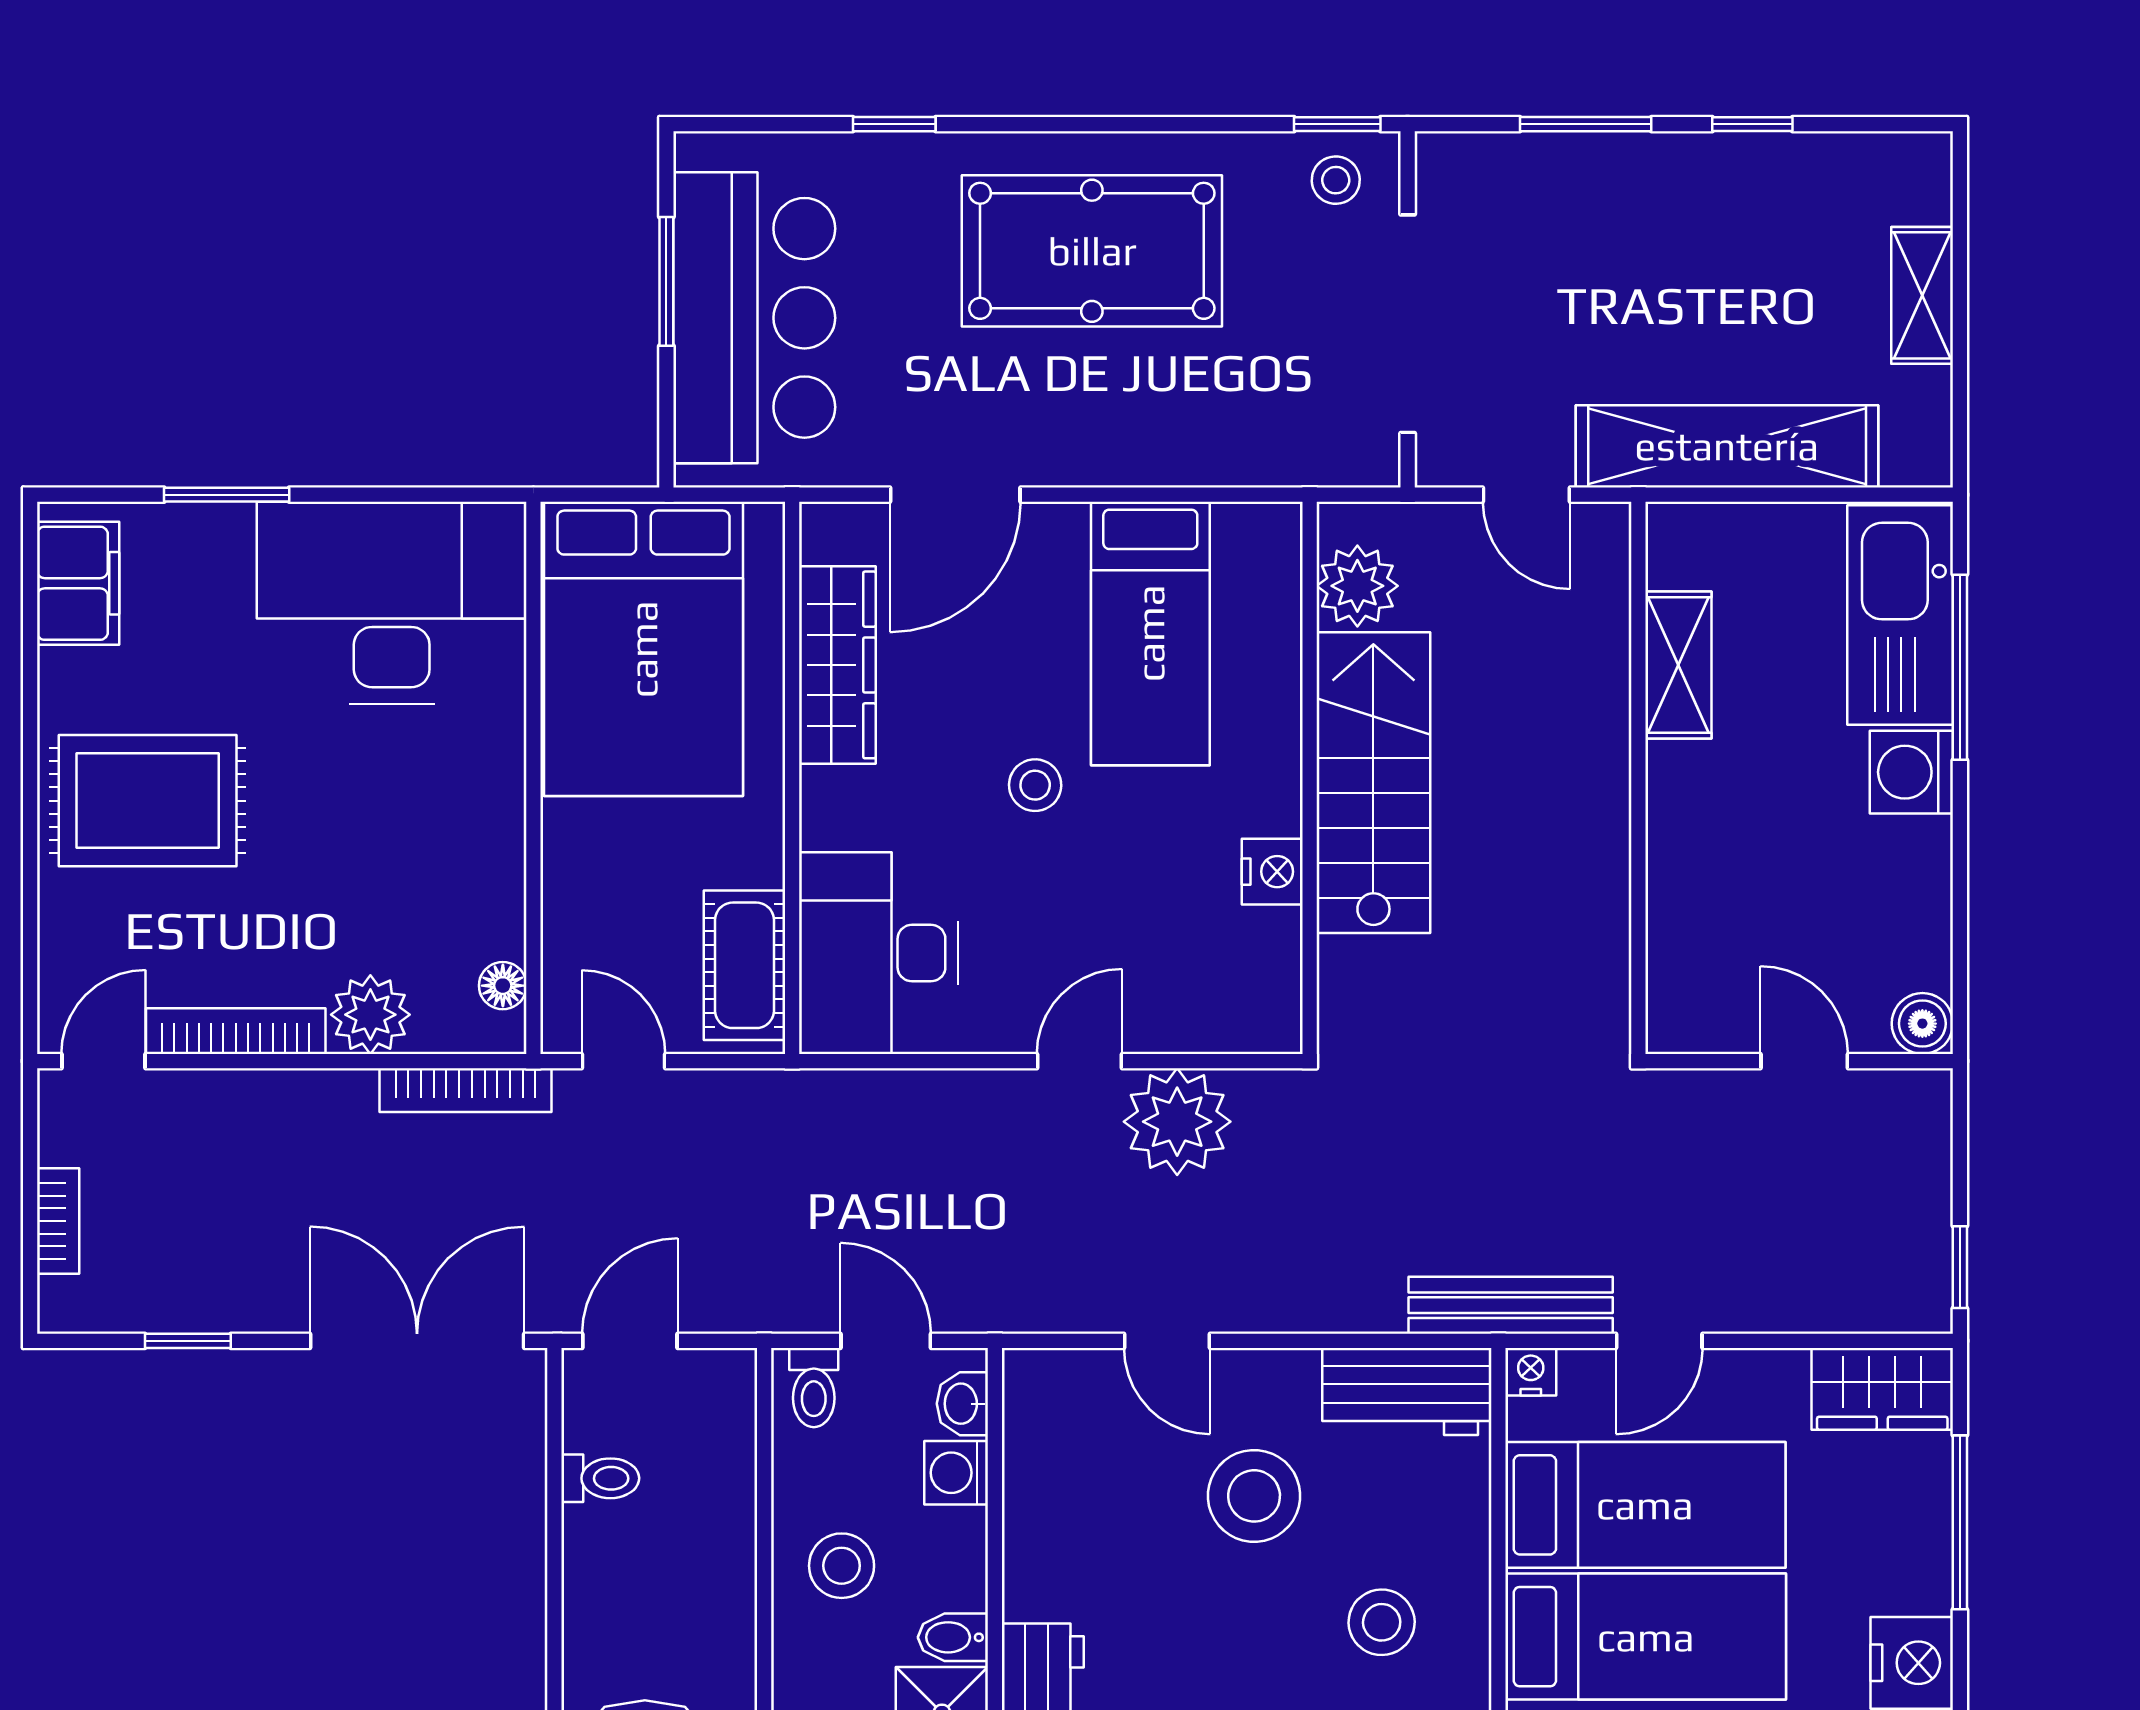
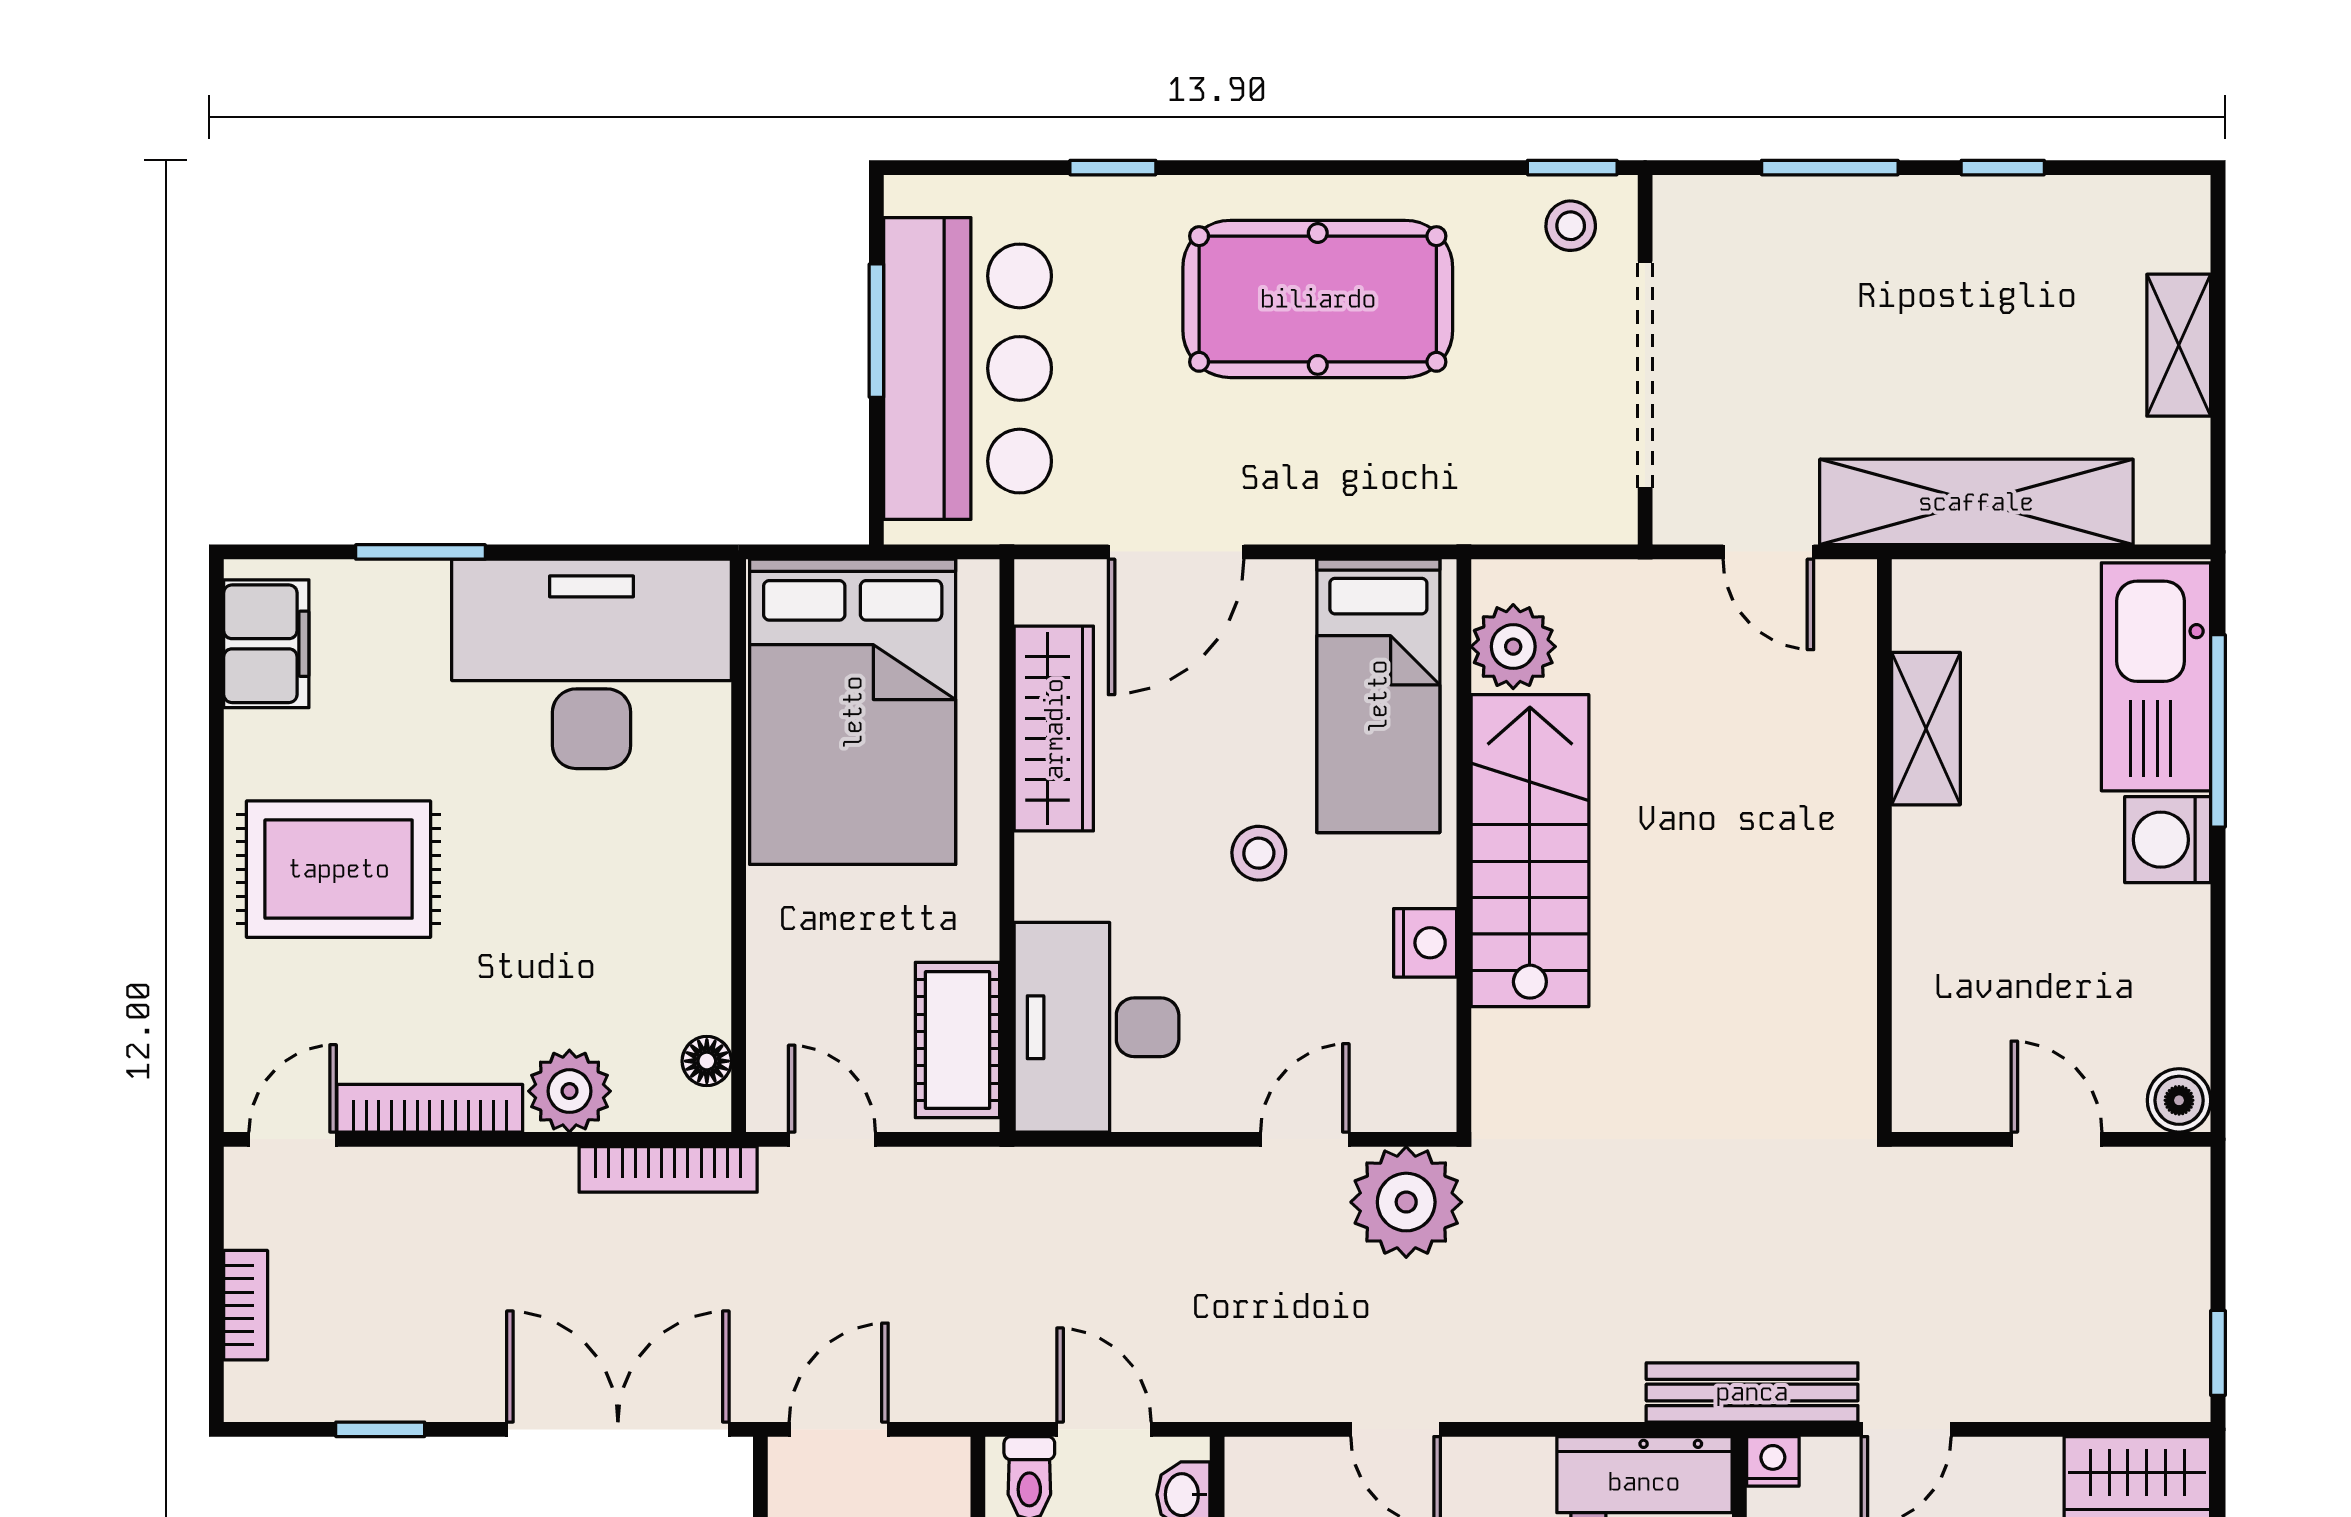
plant: (1357, 586) -> (1513, 647), moved
wall: (1310, 778) -> (1464, 846), moved
stairs: (1373, 783) -> (1530, 851), moved
nightstand: (1272, 872) -> (1425, 943), moved

